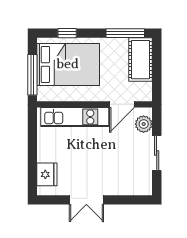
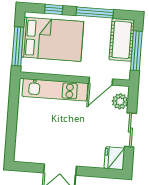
window: (125, 33) -> (95, 13), moved
window: (157, 70) -> (136, 51), added
fridge: (47, 174) -> (114, 158), moved, turned 180

